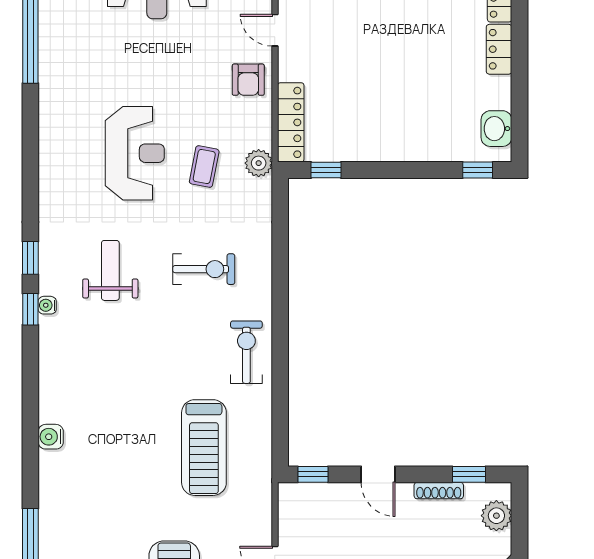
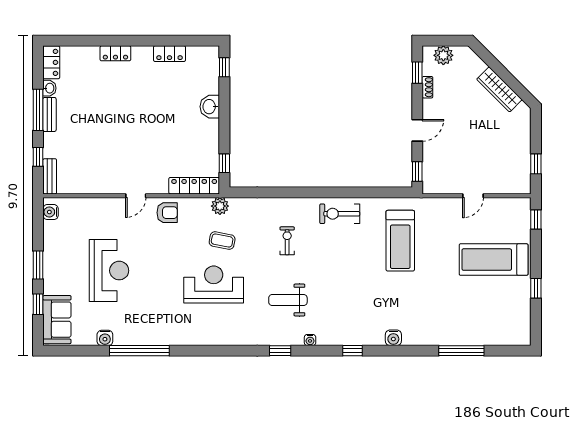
locker: (499, 49) -> (170, 54), moved
washbasin: (496, 129) -> (210, 107), moved, turned 90
exercise bike: (204, 269) -> (287, 241), width x0.73, depth x0.72
window: (30, 309) -> (353, 351), moved
treadmill: (204, 448) -> (400, 241), turned 90
shoe rack: (439, 491) -> (427, 87), width x0.70

